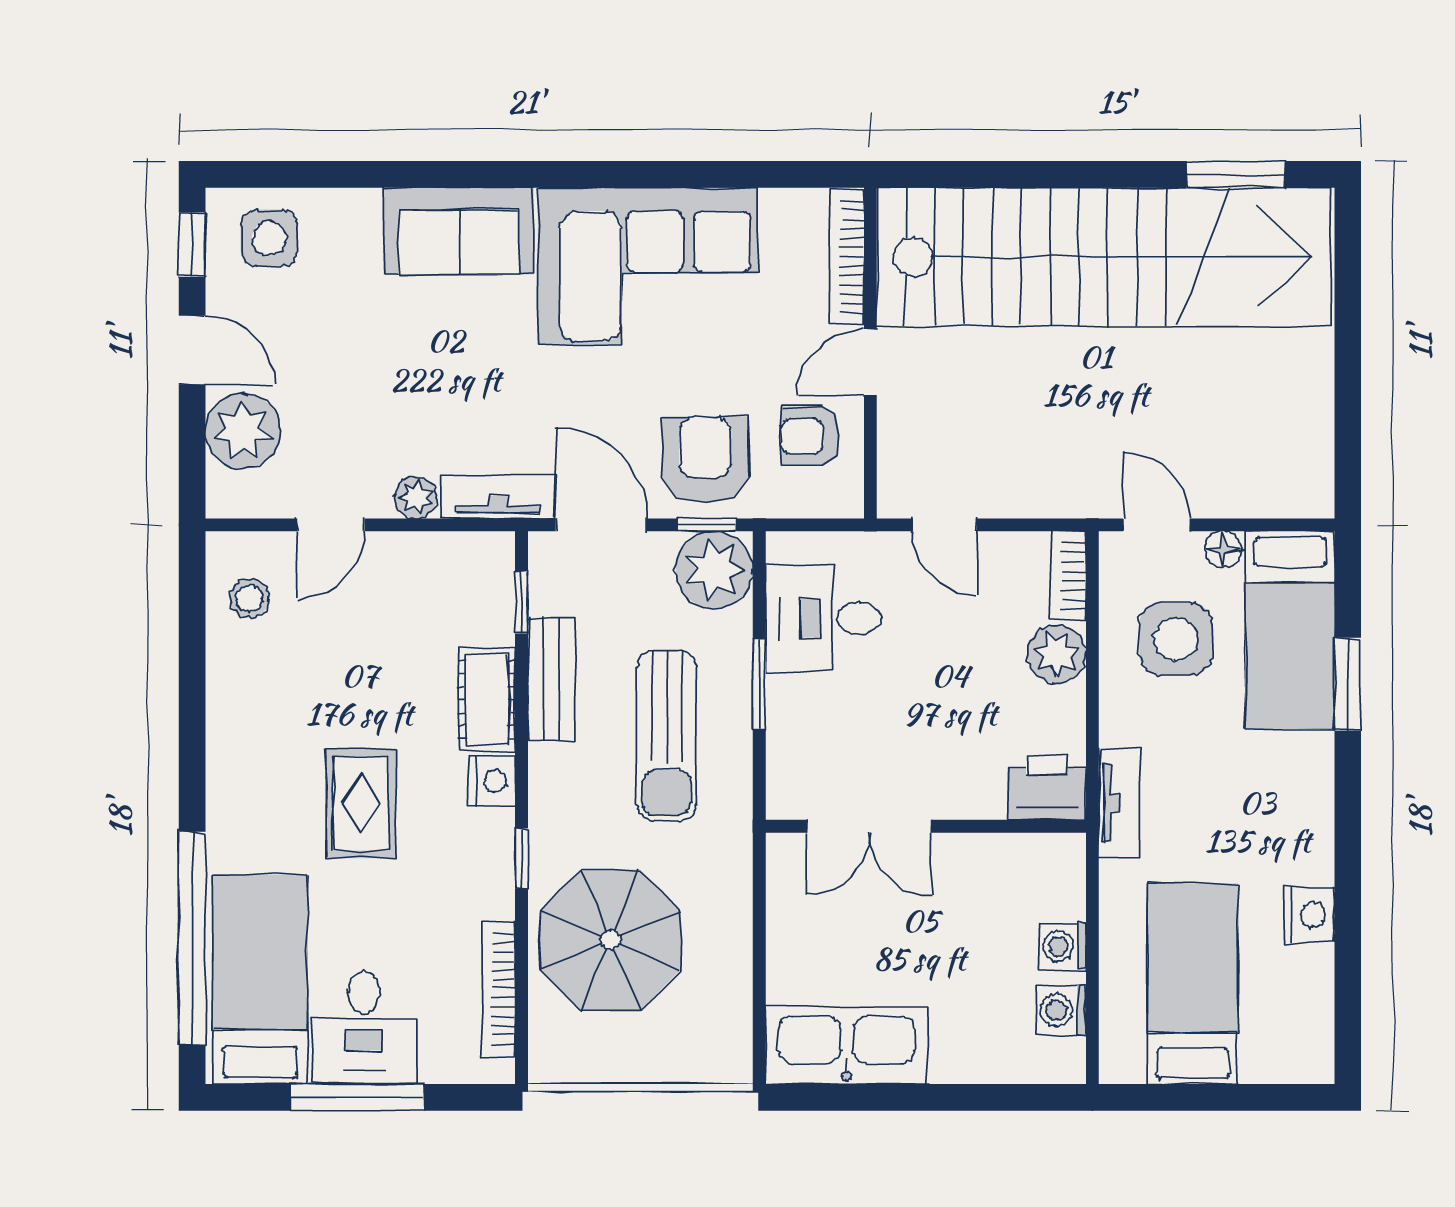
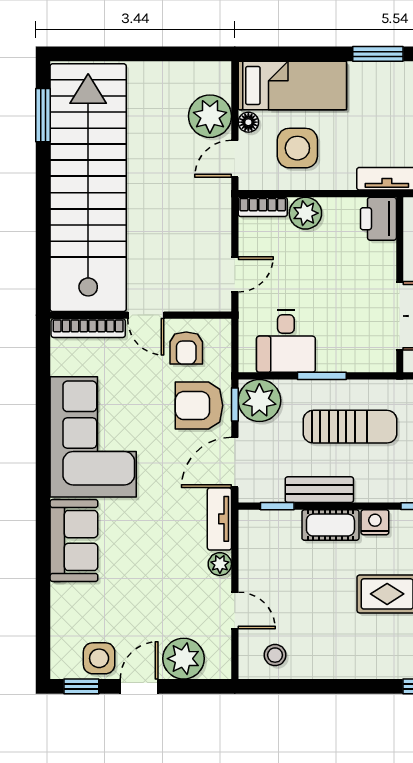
side table: (269, 238) -> (99, 658), moved
plant: (1234, 479) -> (210, 116), added
window: (1348, 684) -> (378, 54), moved

